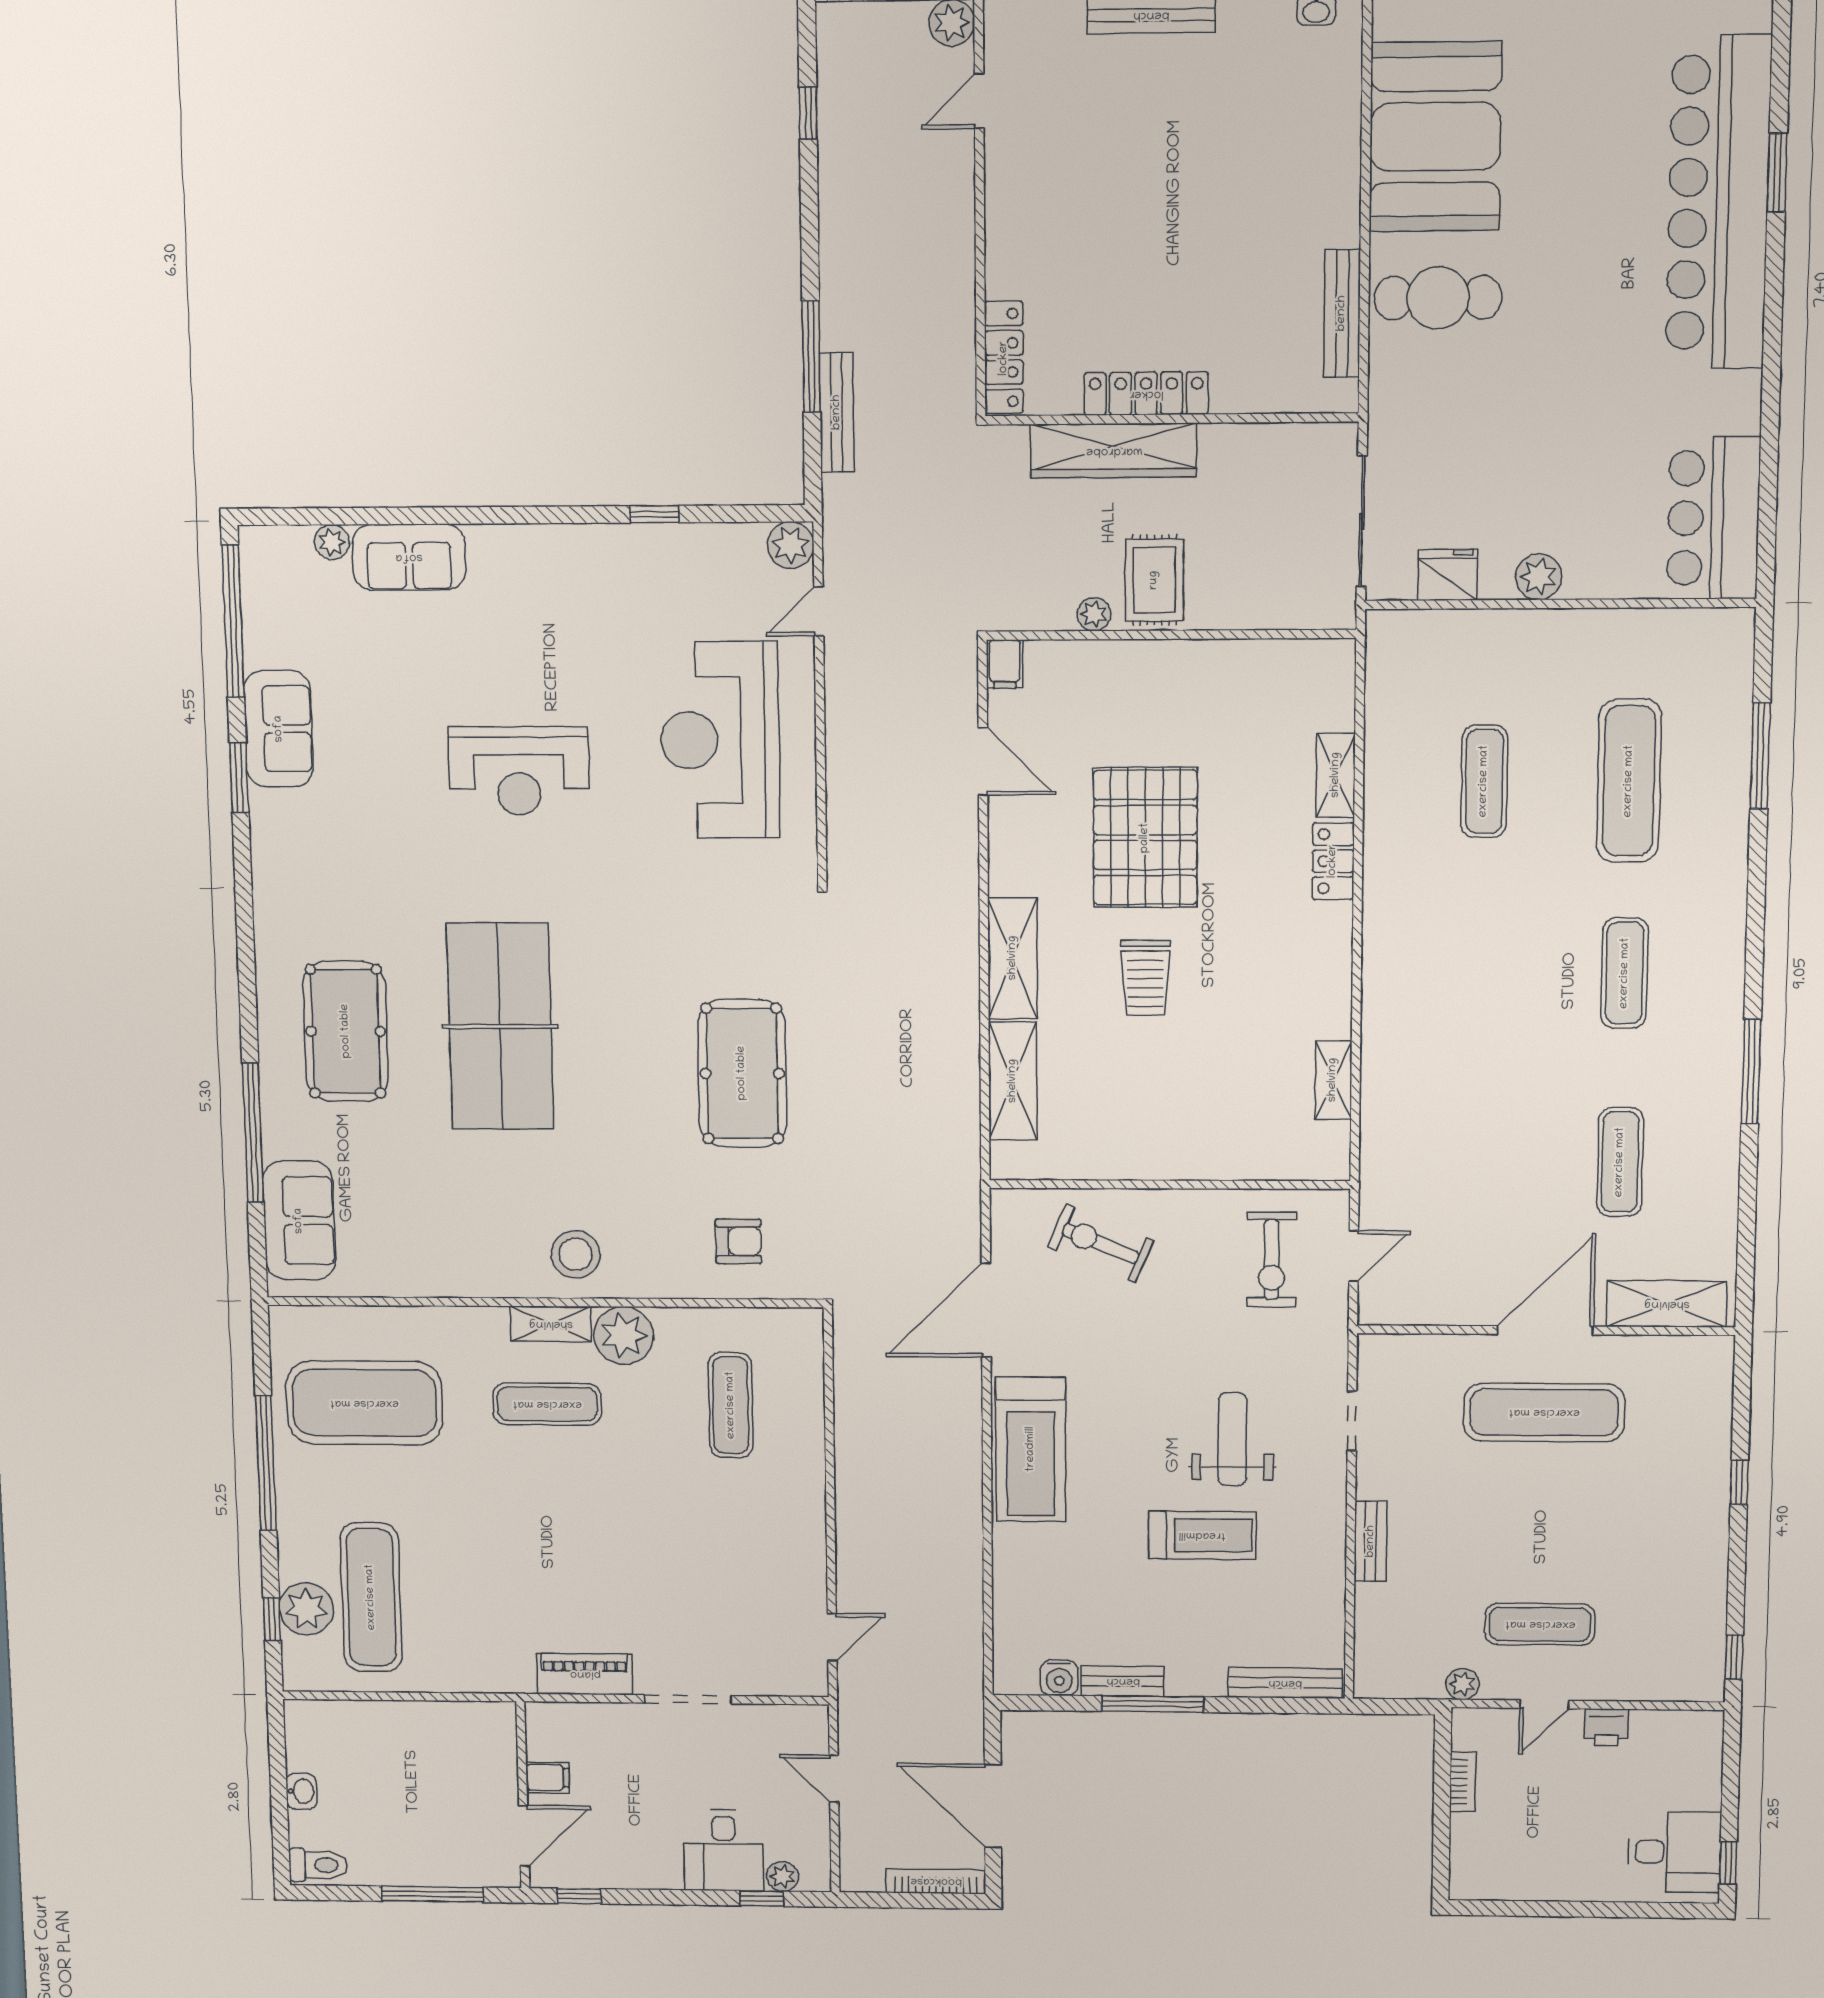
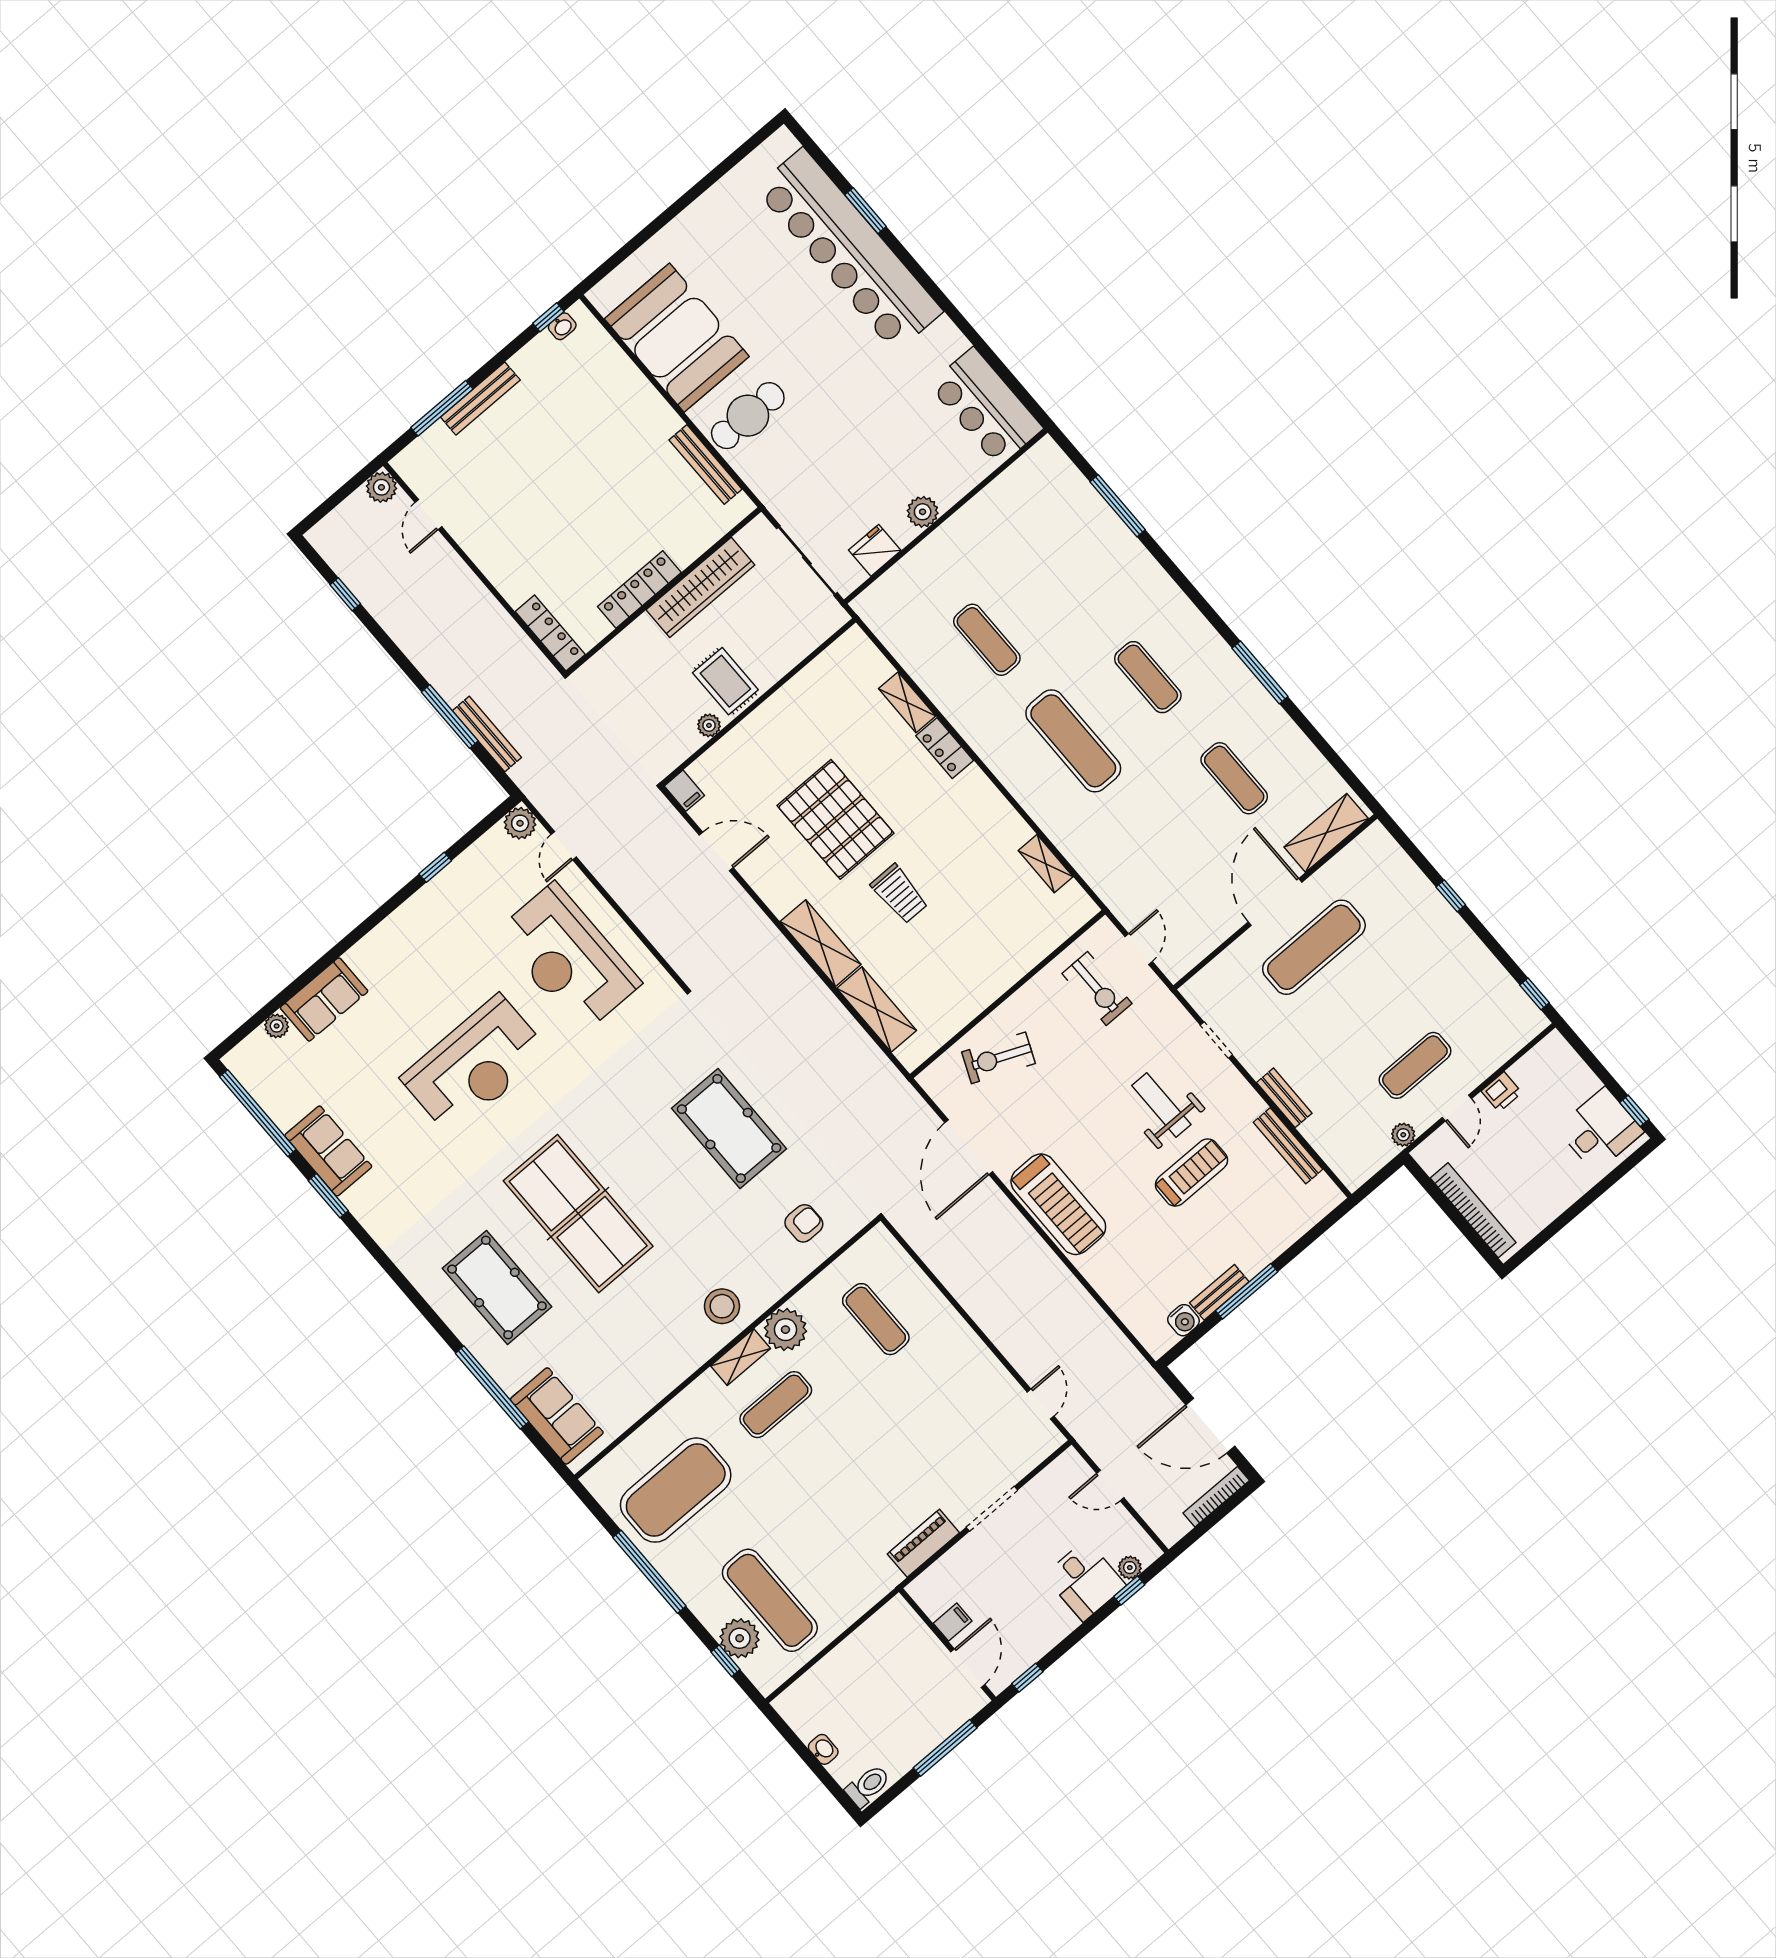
wardrobe: (1114, 451) -> (700, 587), moved
reception desk: (519, 771) -> (475, 1065), width x1.36, depth x1.30
exercise mat: (1629, 781) -> (1073, 741), moved
bench: (1285, 1683) -> (1288, 1146), moved, turned 90
bookcase: (1463, 1782) -> (1473, 1210), width x2.31, depth x1.31

